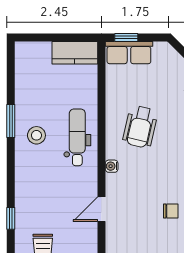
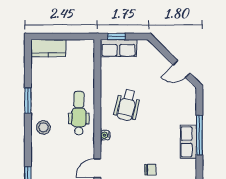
kitchen counter: (75, 53) -> (48, 48), moved
stool: (36, 135) -> (43, 127), moved

